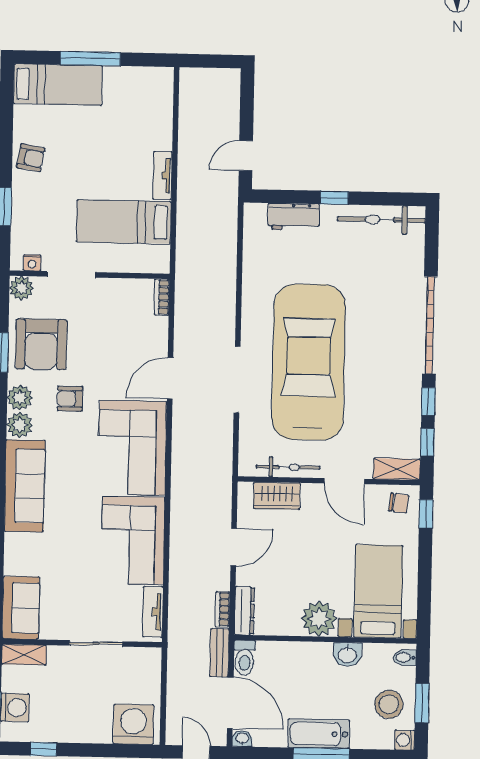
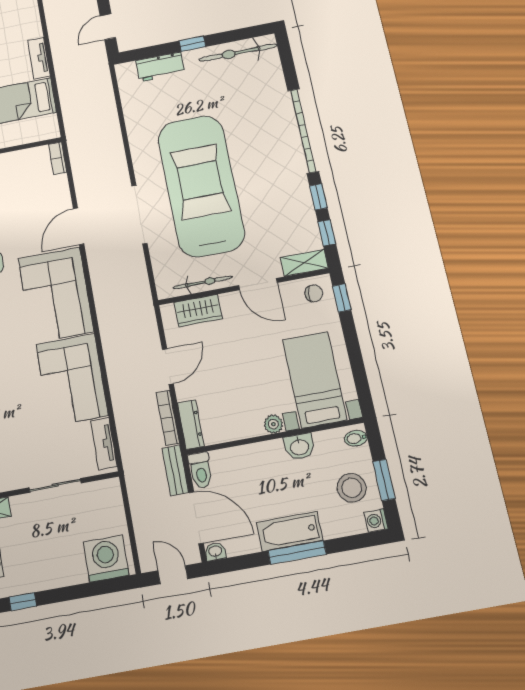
bookcase: (223, 609) -> (168, 418), width x1.56
plant: (319, 619) -> (273, 424), width x0.53, depth x0.53

